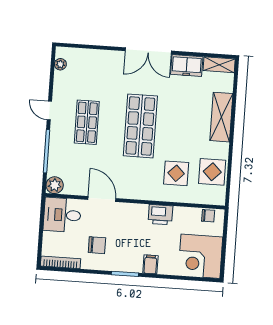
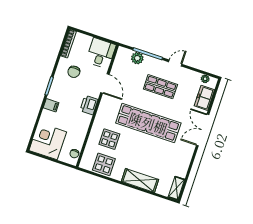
double door: (148, 51) -> (203, 130), moved
freezer: (187, 65) -> (204, 98), moved
shop shelf: (140, 126) -> (148, 123), width x1.40
plant: (55, 185) -> (137, 58), moved
door: (102, 199) -> (105, 83), hinge flipped
printer: (160, 215) -> (89, 105), moved

